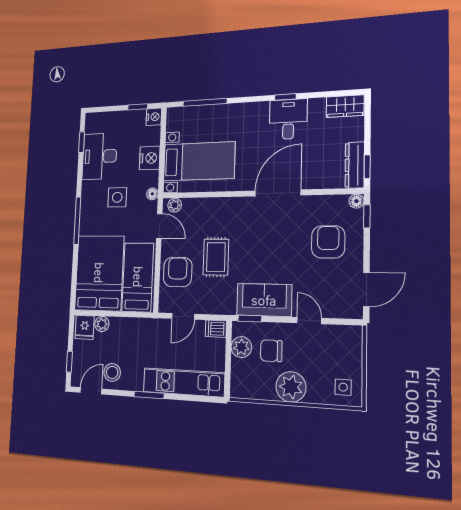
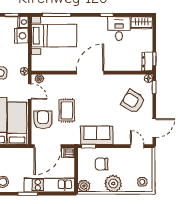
desk: (288, 119) -> (119, 29), moved
nightstand: (150, 158) -> (21, 36), moved
bed with nightstands: (199, 161) -> (54, 36), moved
dresser: (355, 165) -> (147, 62), width x0.70
door: (278, 193) -> (90, 73), moved
armchair: (328, 242) -> (133, 102), turned -59
door: (183, 316) -> (48, 146), width x1.88
door: (309, 321) -> (137, 146), moved
plant: (241, 347) -> (84, 186), moved

